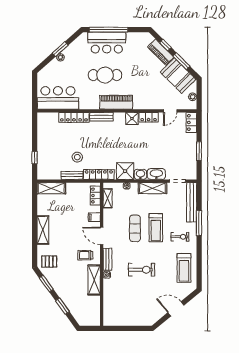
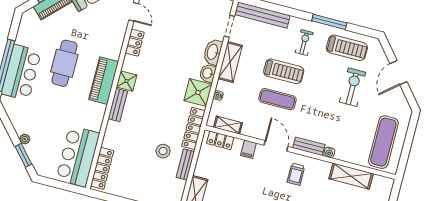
window: (60, 49) -> (23, 155), moved
cafe table: (105, 75) -> (64, 63), moved
locker: (74, 117) -> (102, 168), moved
shower: (132, 119) -> (127, 81), moved
window: (199, 223) -> (329, 22), moved
door: (102, 236) -> (276, 146), swing flipped
exercise bike: (142, 270) -> (353, 87), moved
shelving: (94, 280) -> (351, 176), moved
exercise mat: (124, 311) -> (383, 142), added

